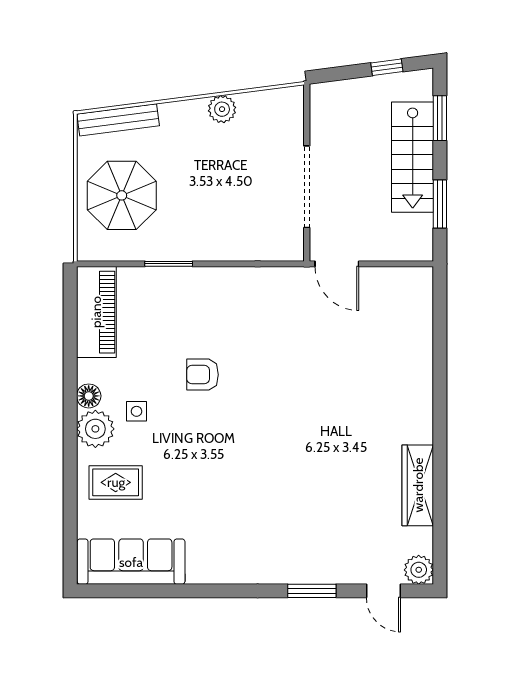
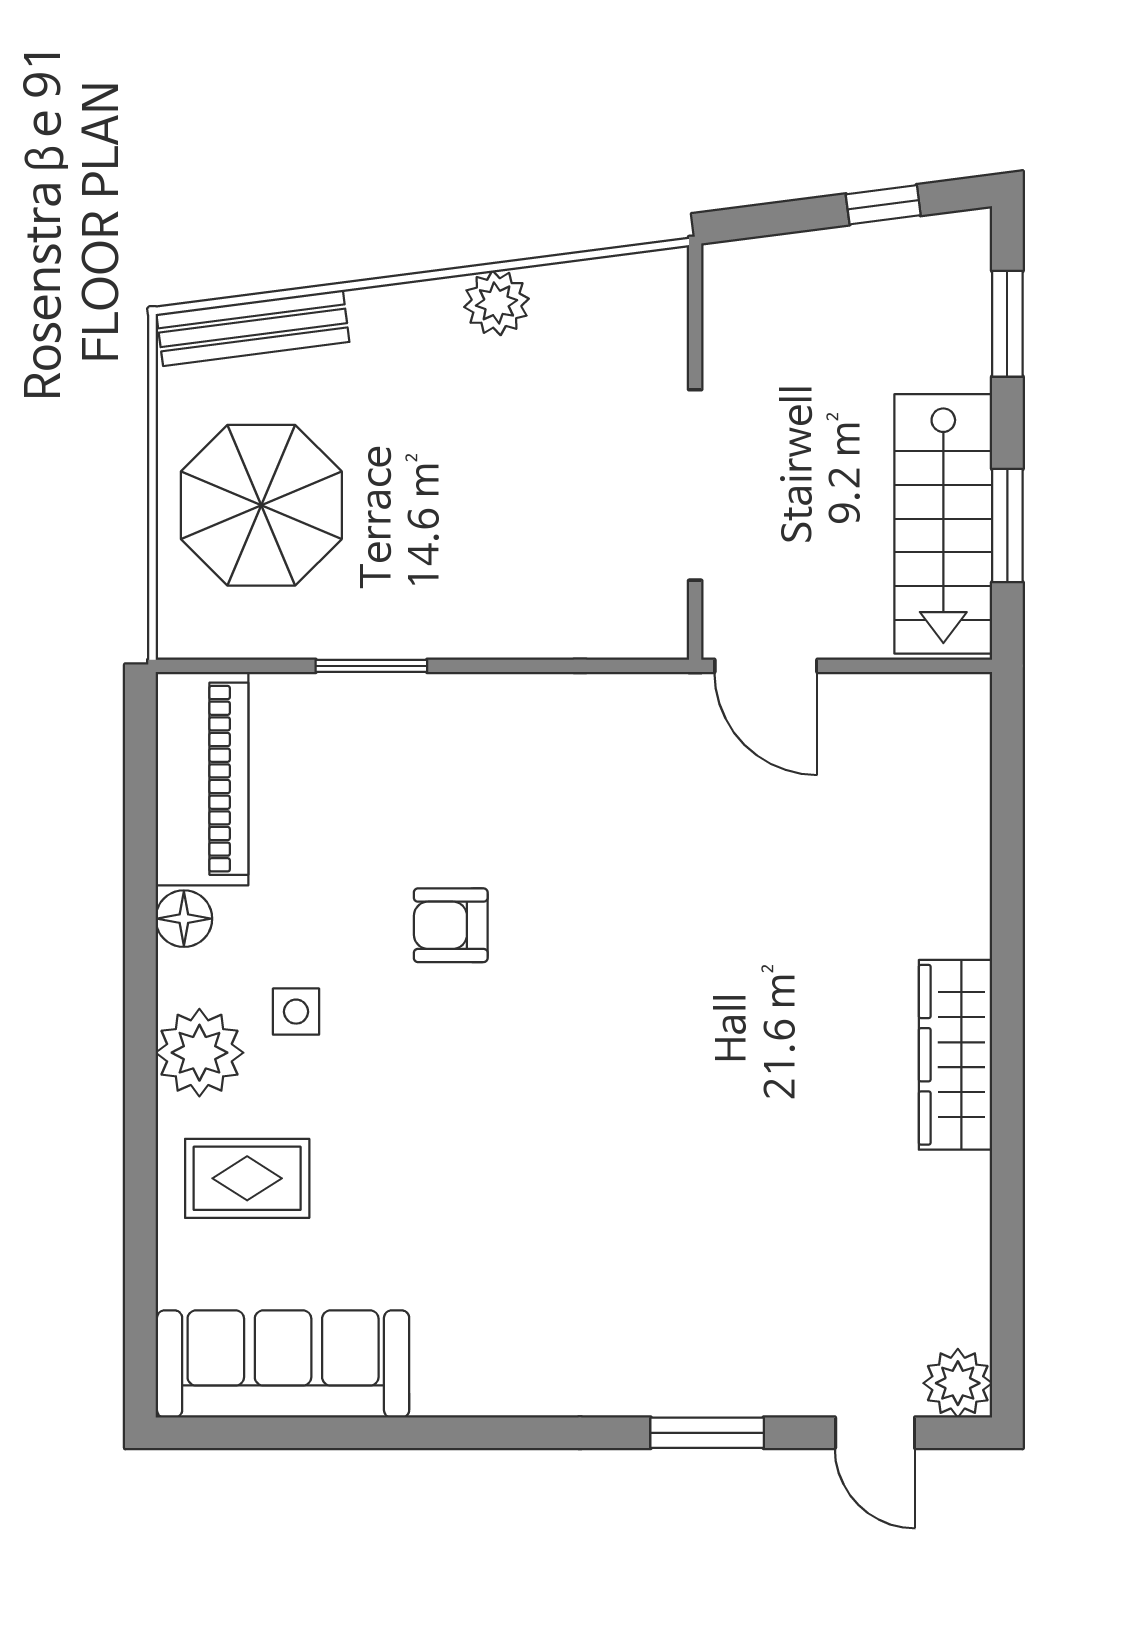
stairs: (413, 157) -> (943, 524), moved
floor lamp: (89, 396) -> (184, 919), moved
wardrobe: (418, 485) -> (956, 1055), moved

